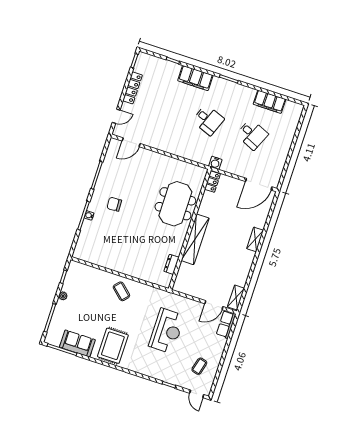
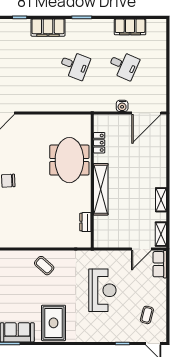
water cooler: (215, 163) -> (122, 106), moved
locker: (212, 182) -> (99, 143), moved
shelving: (255, 239) -> (161, 200), moved

